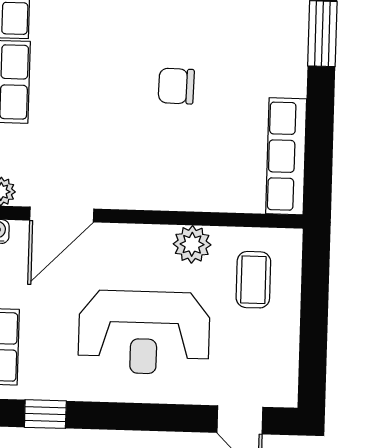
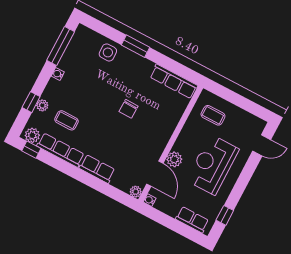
plant: (192, 244) -> (174, 159), moved
reception desk: (144, 332) -> (213, 165), turned 180

